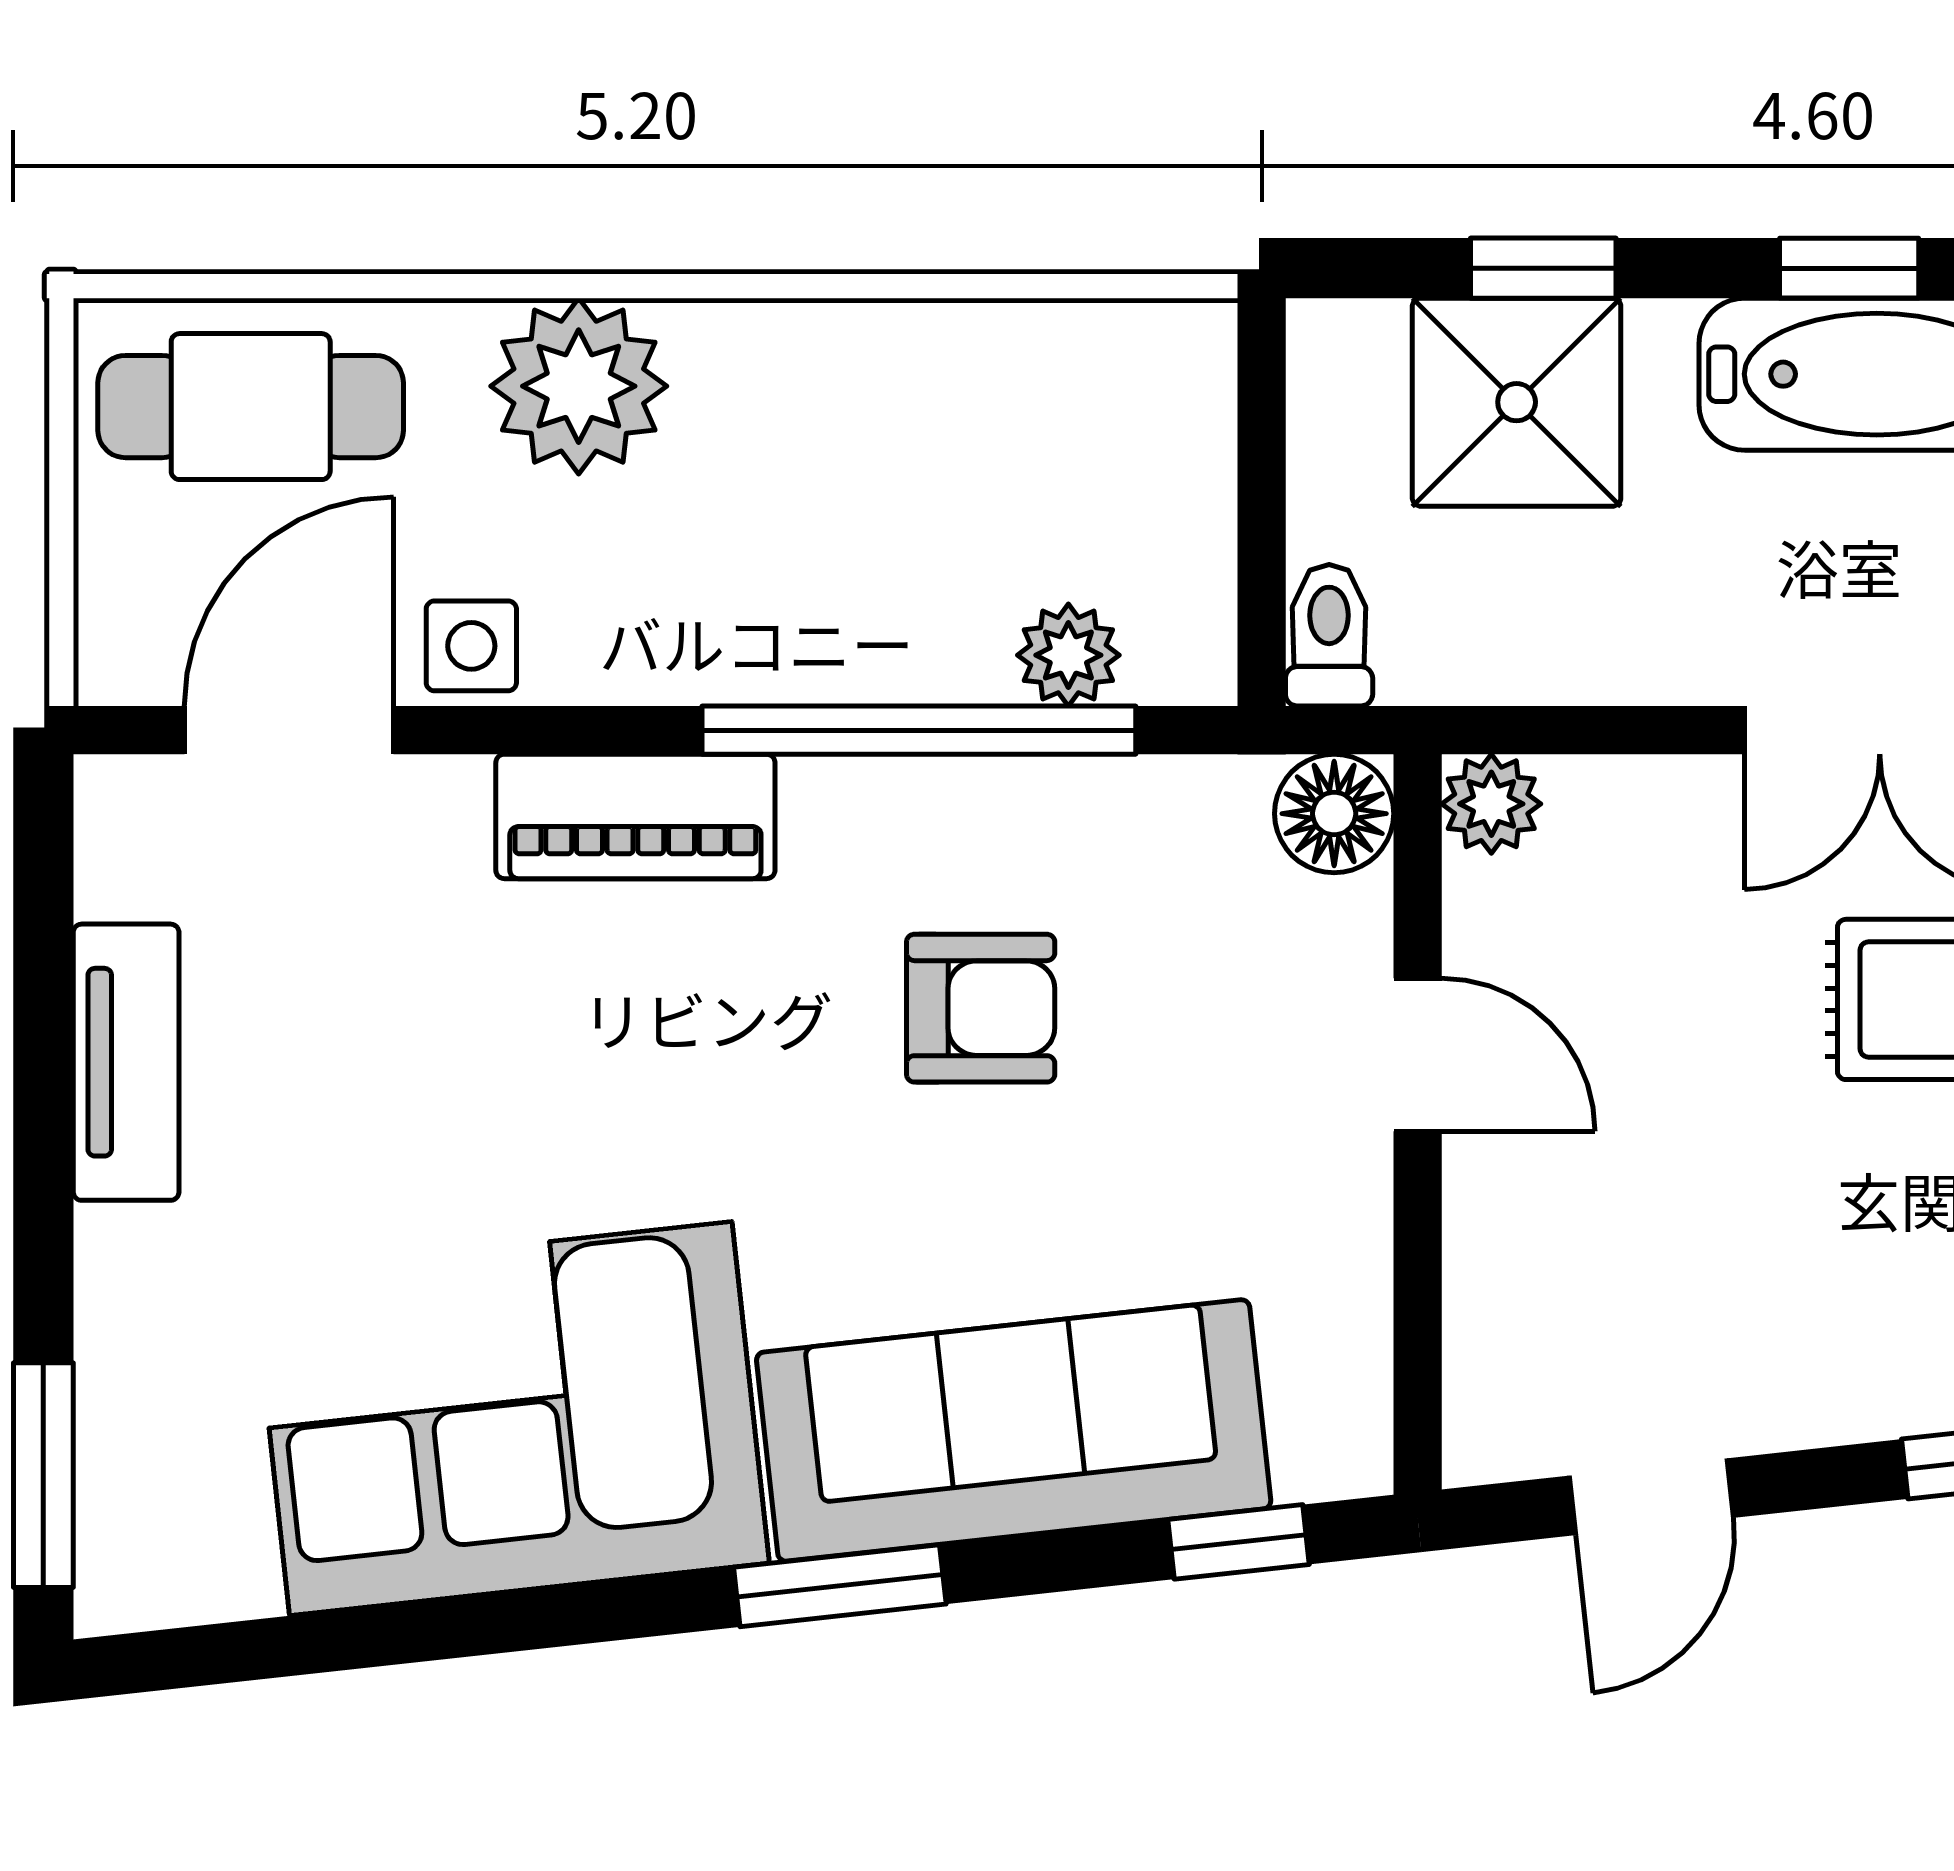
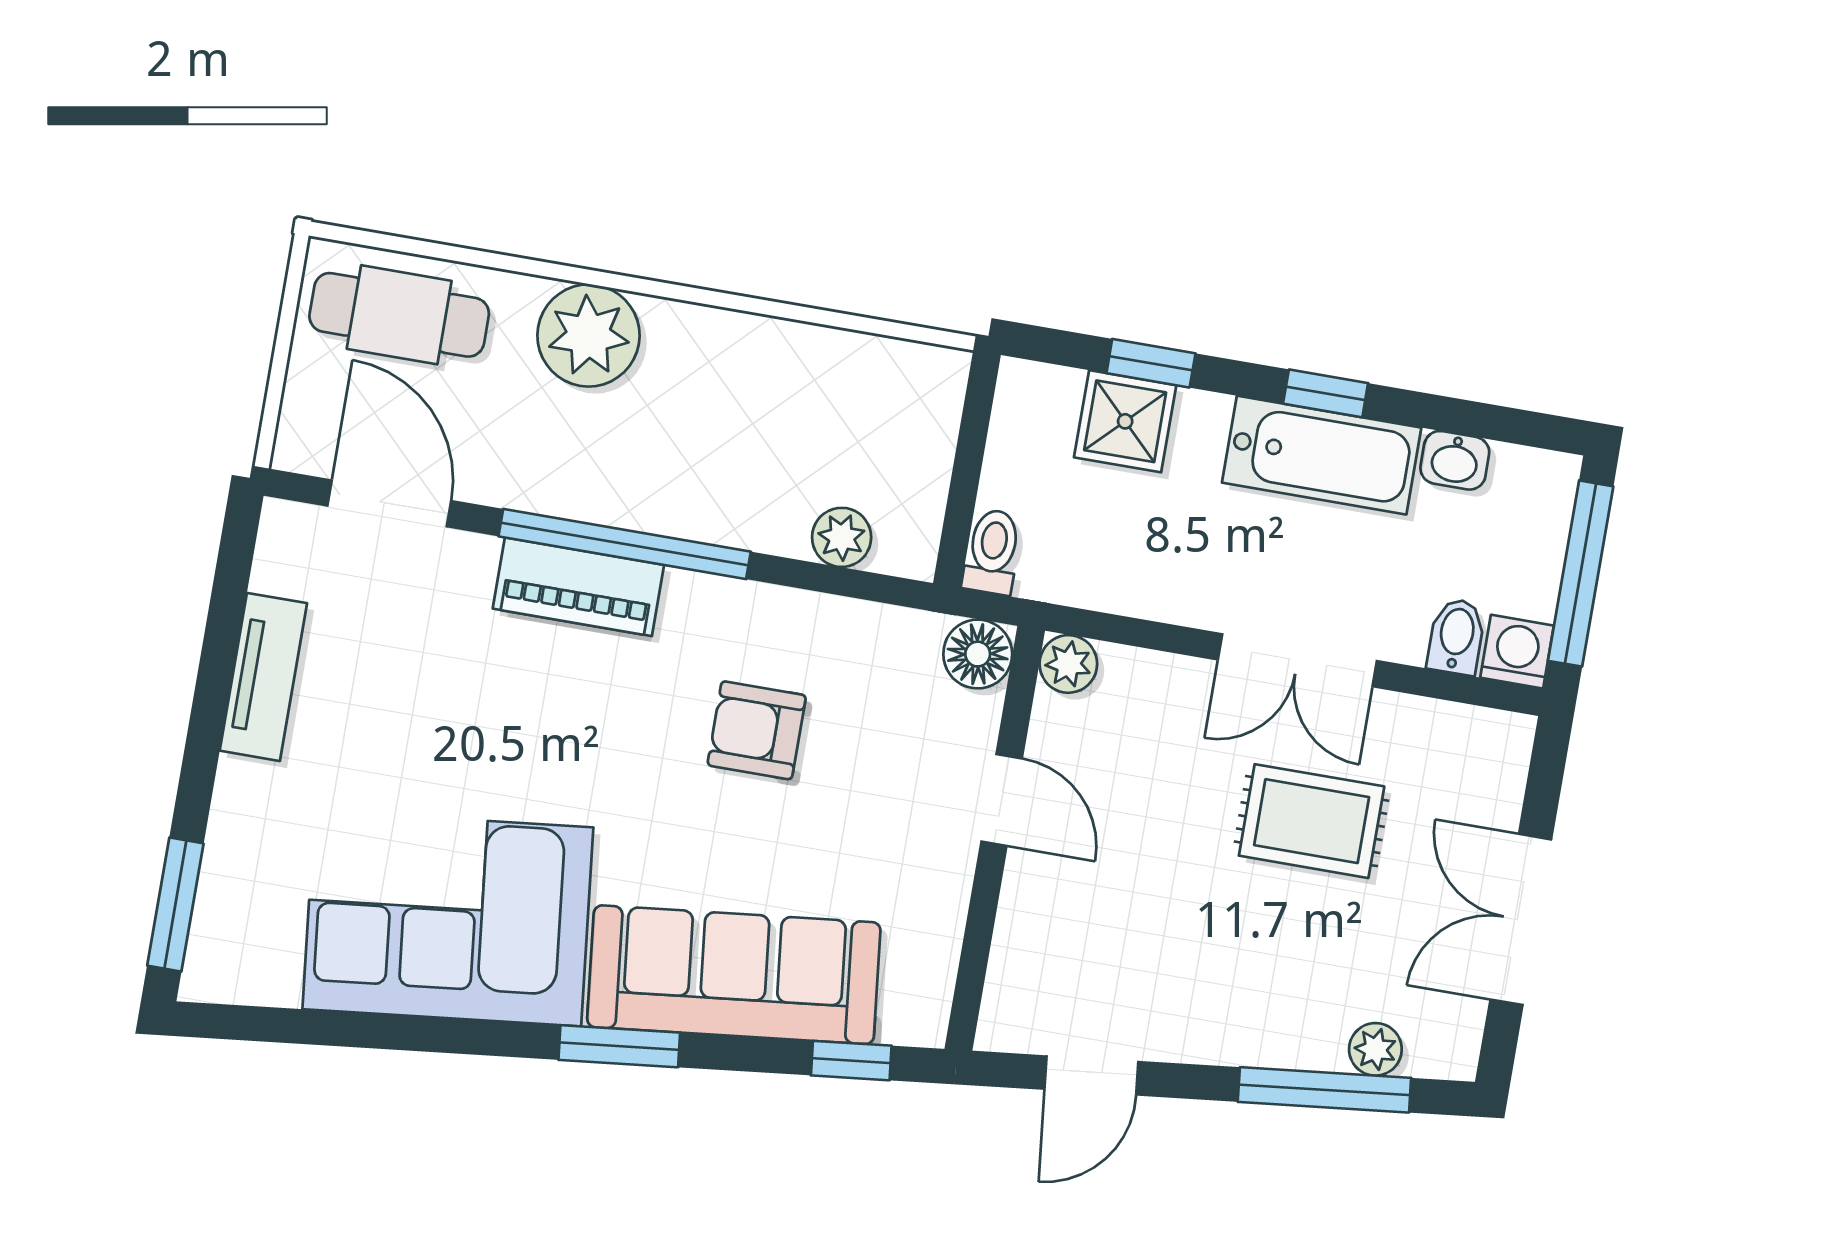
shower: (1517, 402) -> (1125, 421), width x0.73, depth x0.73
side table: (471, 646) -> (502, 473), removed
door: (289, 730) -> (389, 503), hinge flipped
window: (919, 730) -> (625, 544), moved
armchair: (981, 1008) -> (757, 730), turned 180

